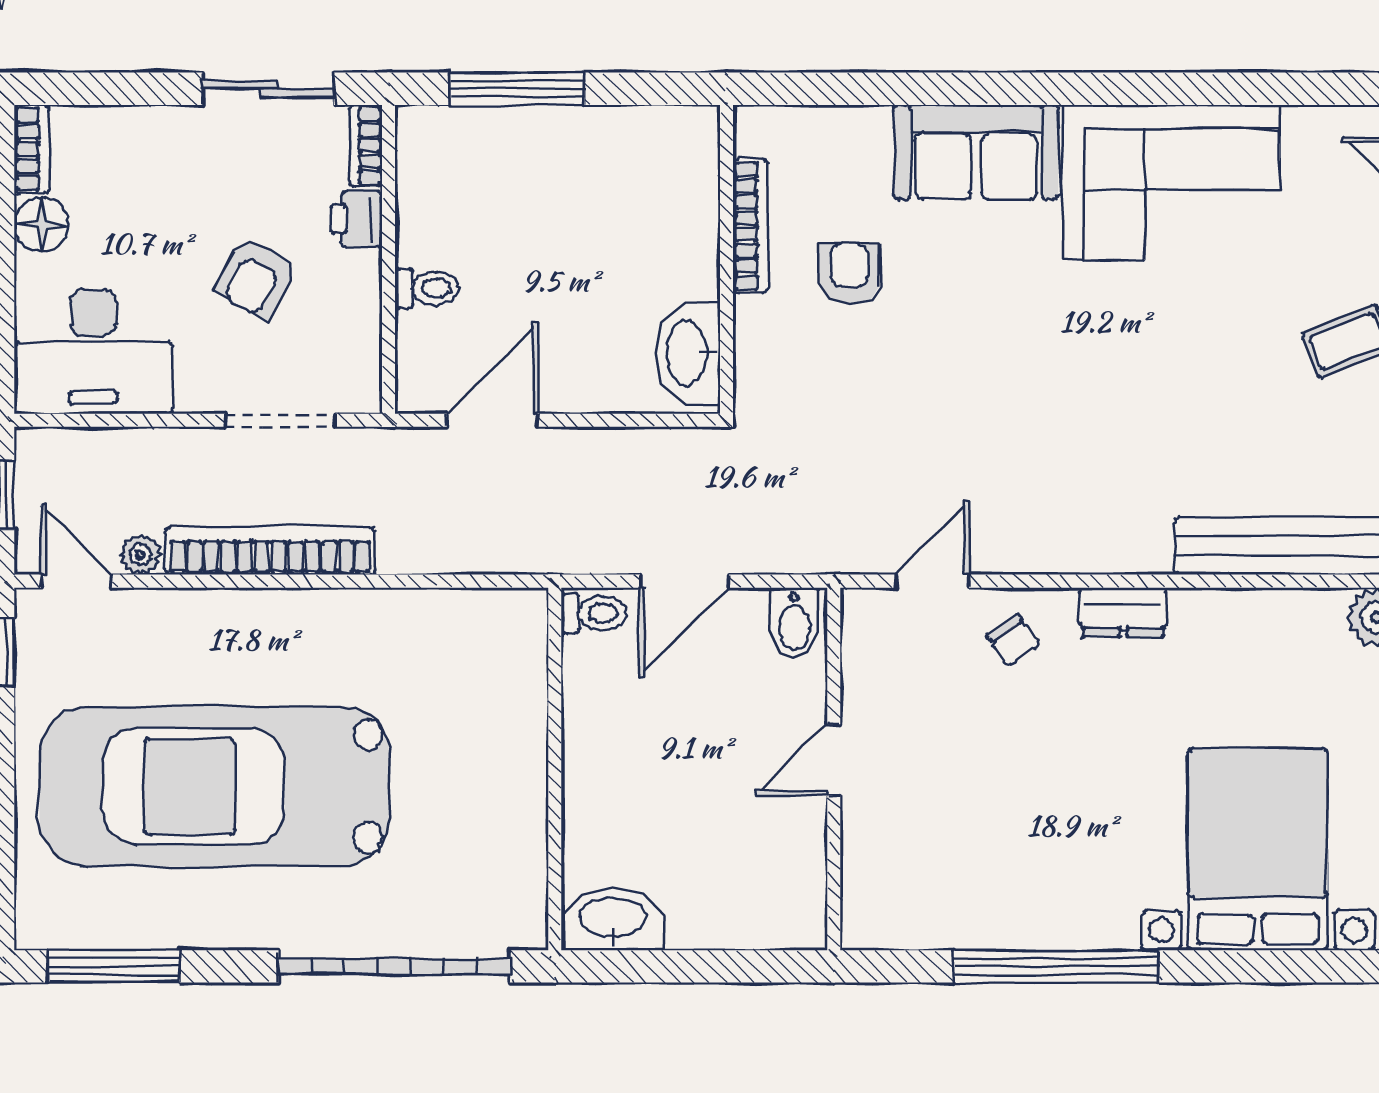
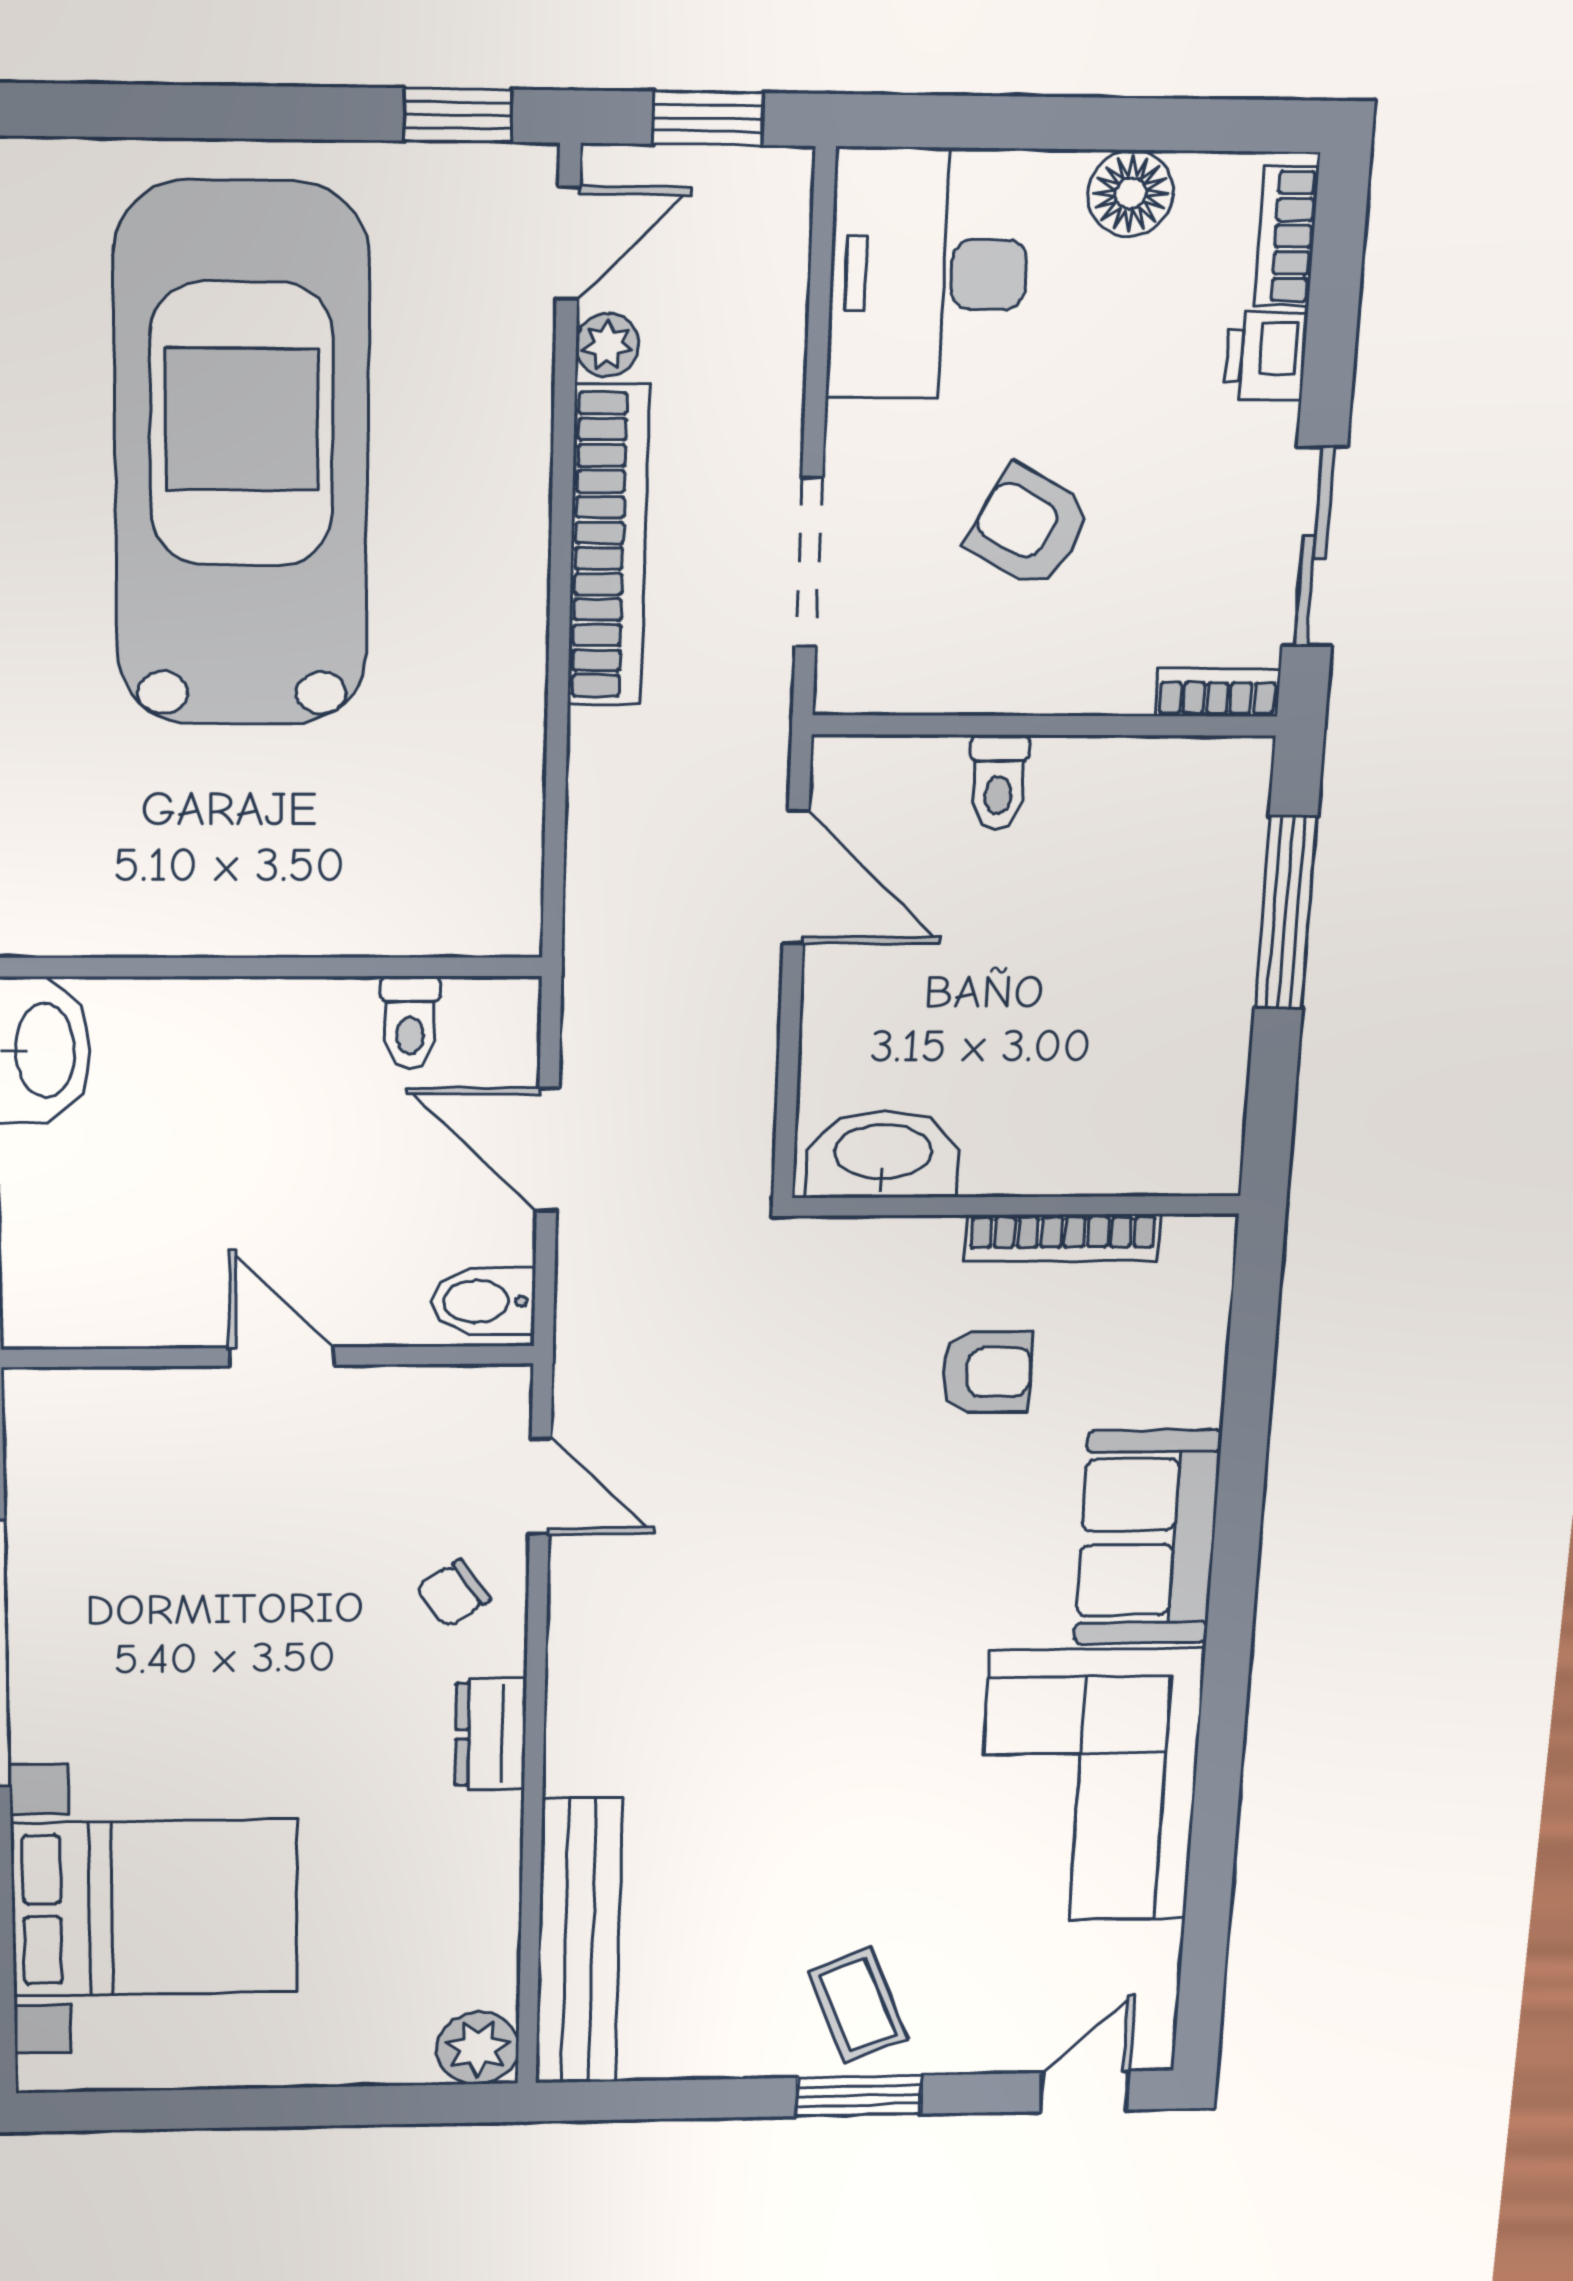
bookcase: (32, 149) -> (1287, 236), moved, turned 90
printer: (356, 219) -> (1266, 356), moved, turned -90
toilet: (594, 613) -> (410, 1022), moved

